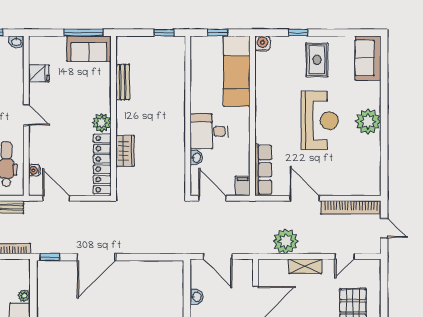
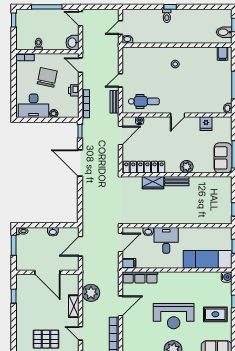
bench: (123, 82) -> (177, 181), moved
plant: (102, 123) -> (187, 167), moved

